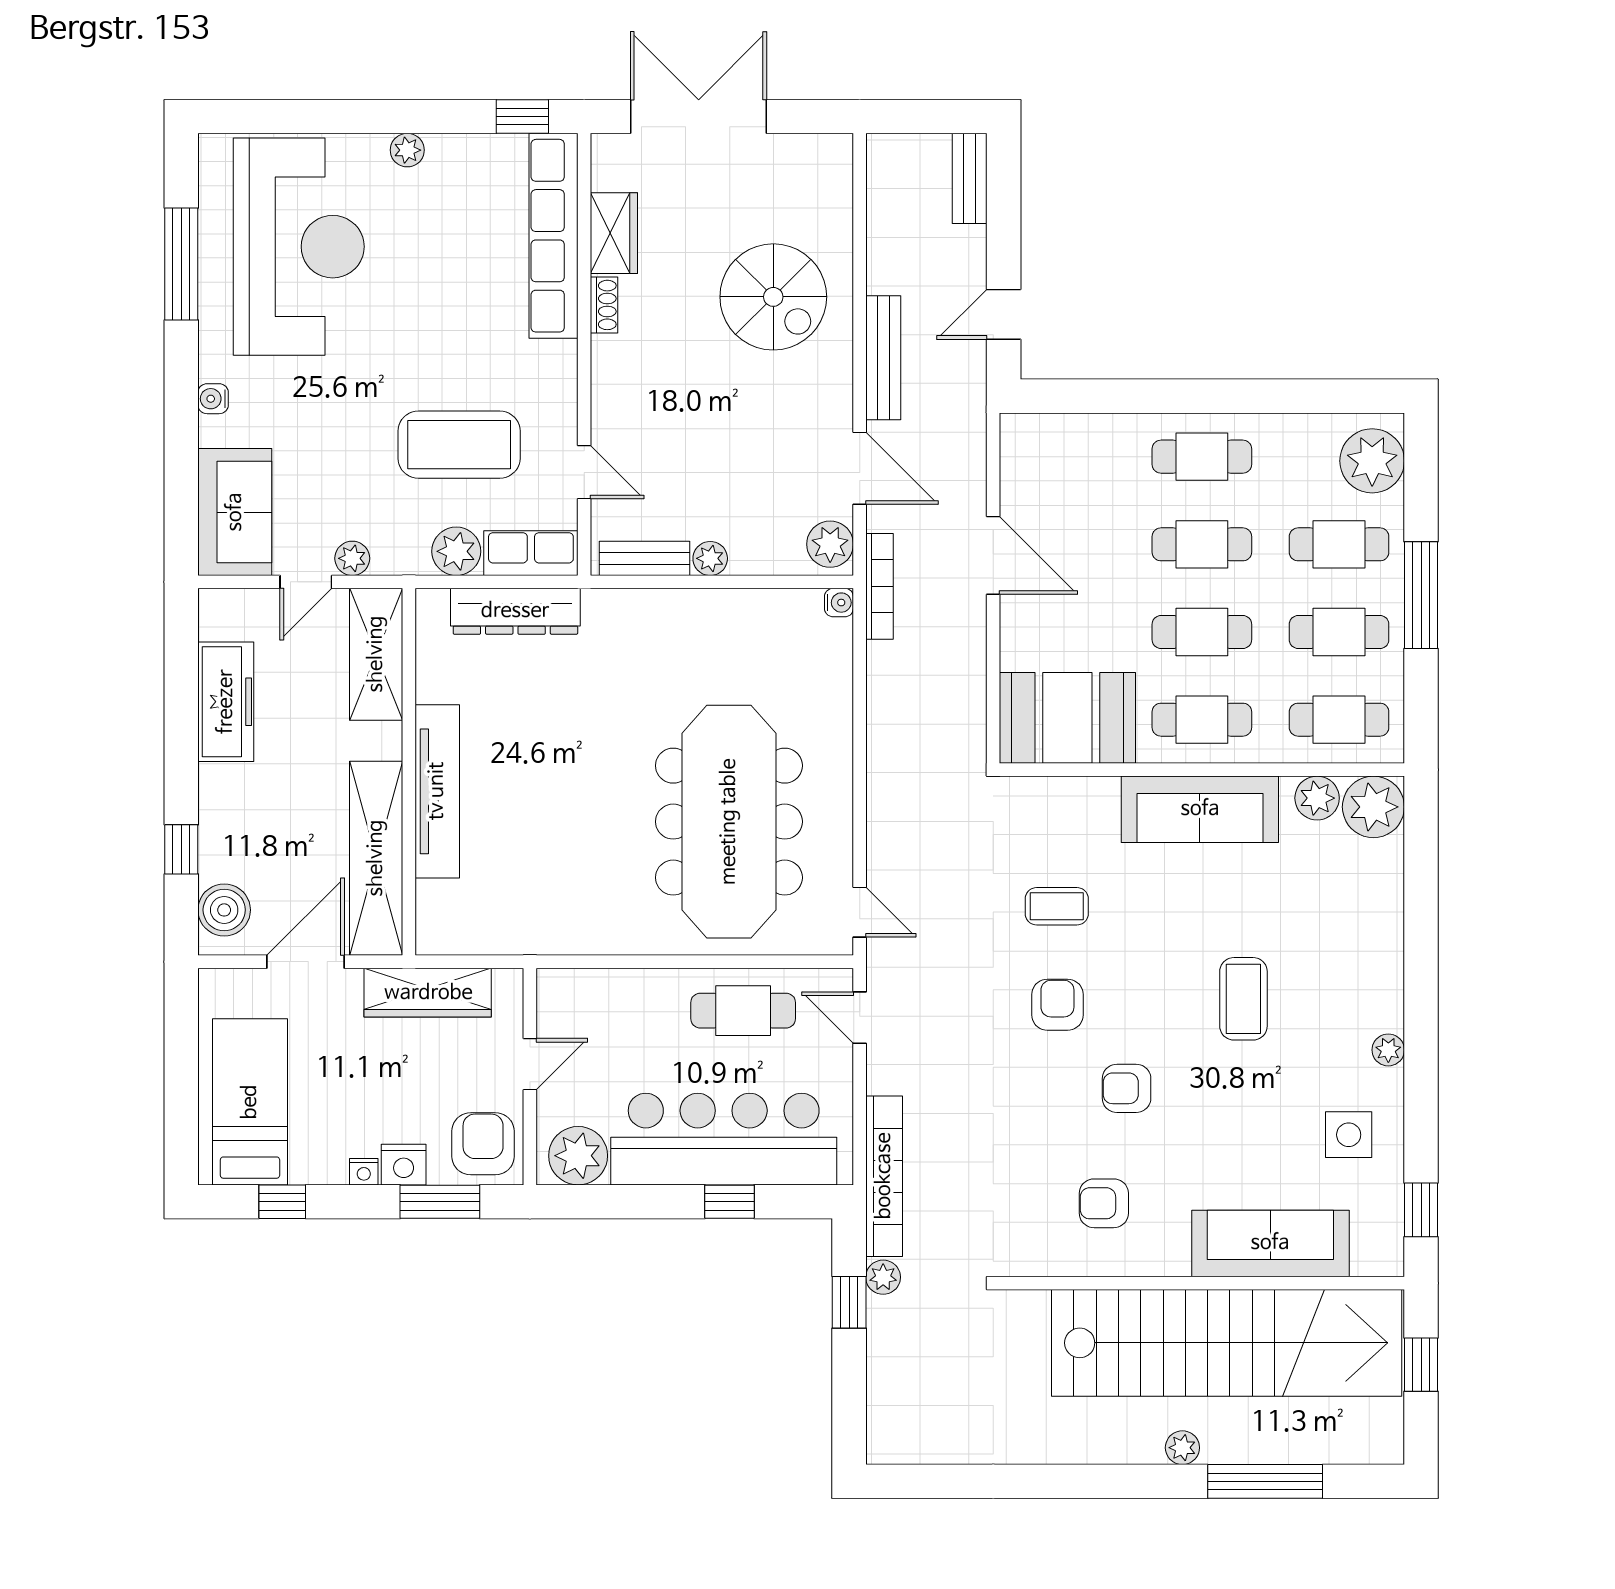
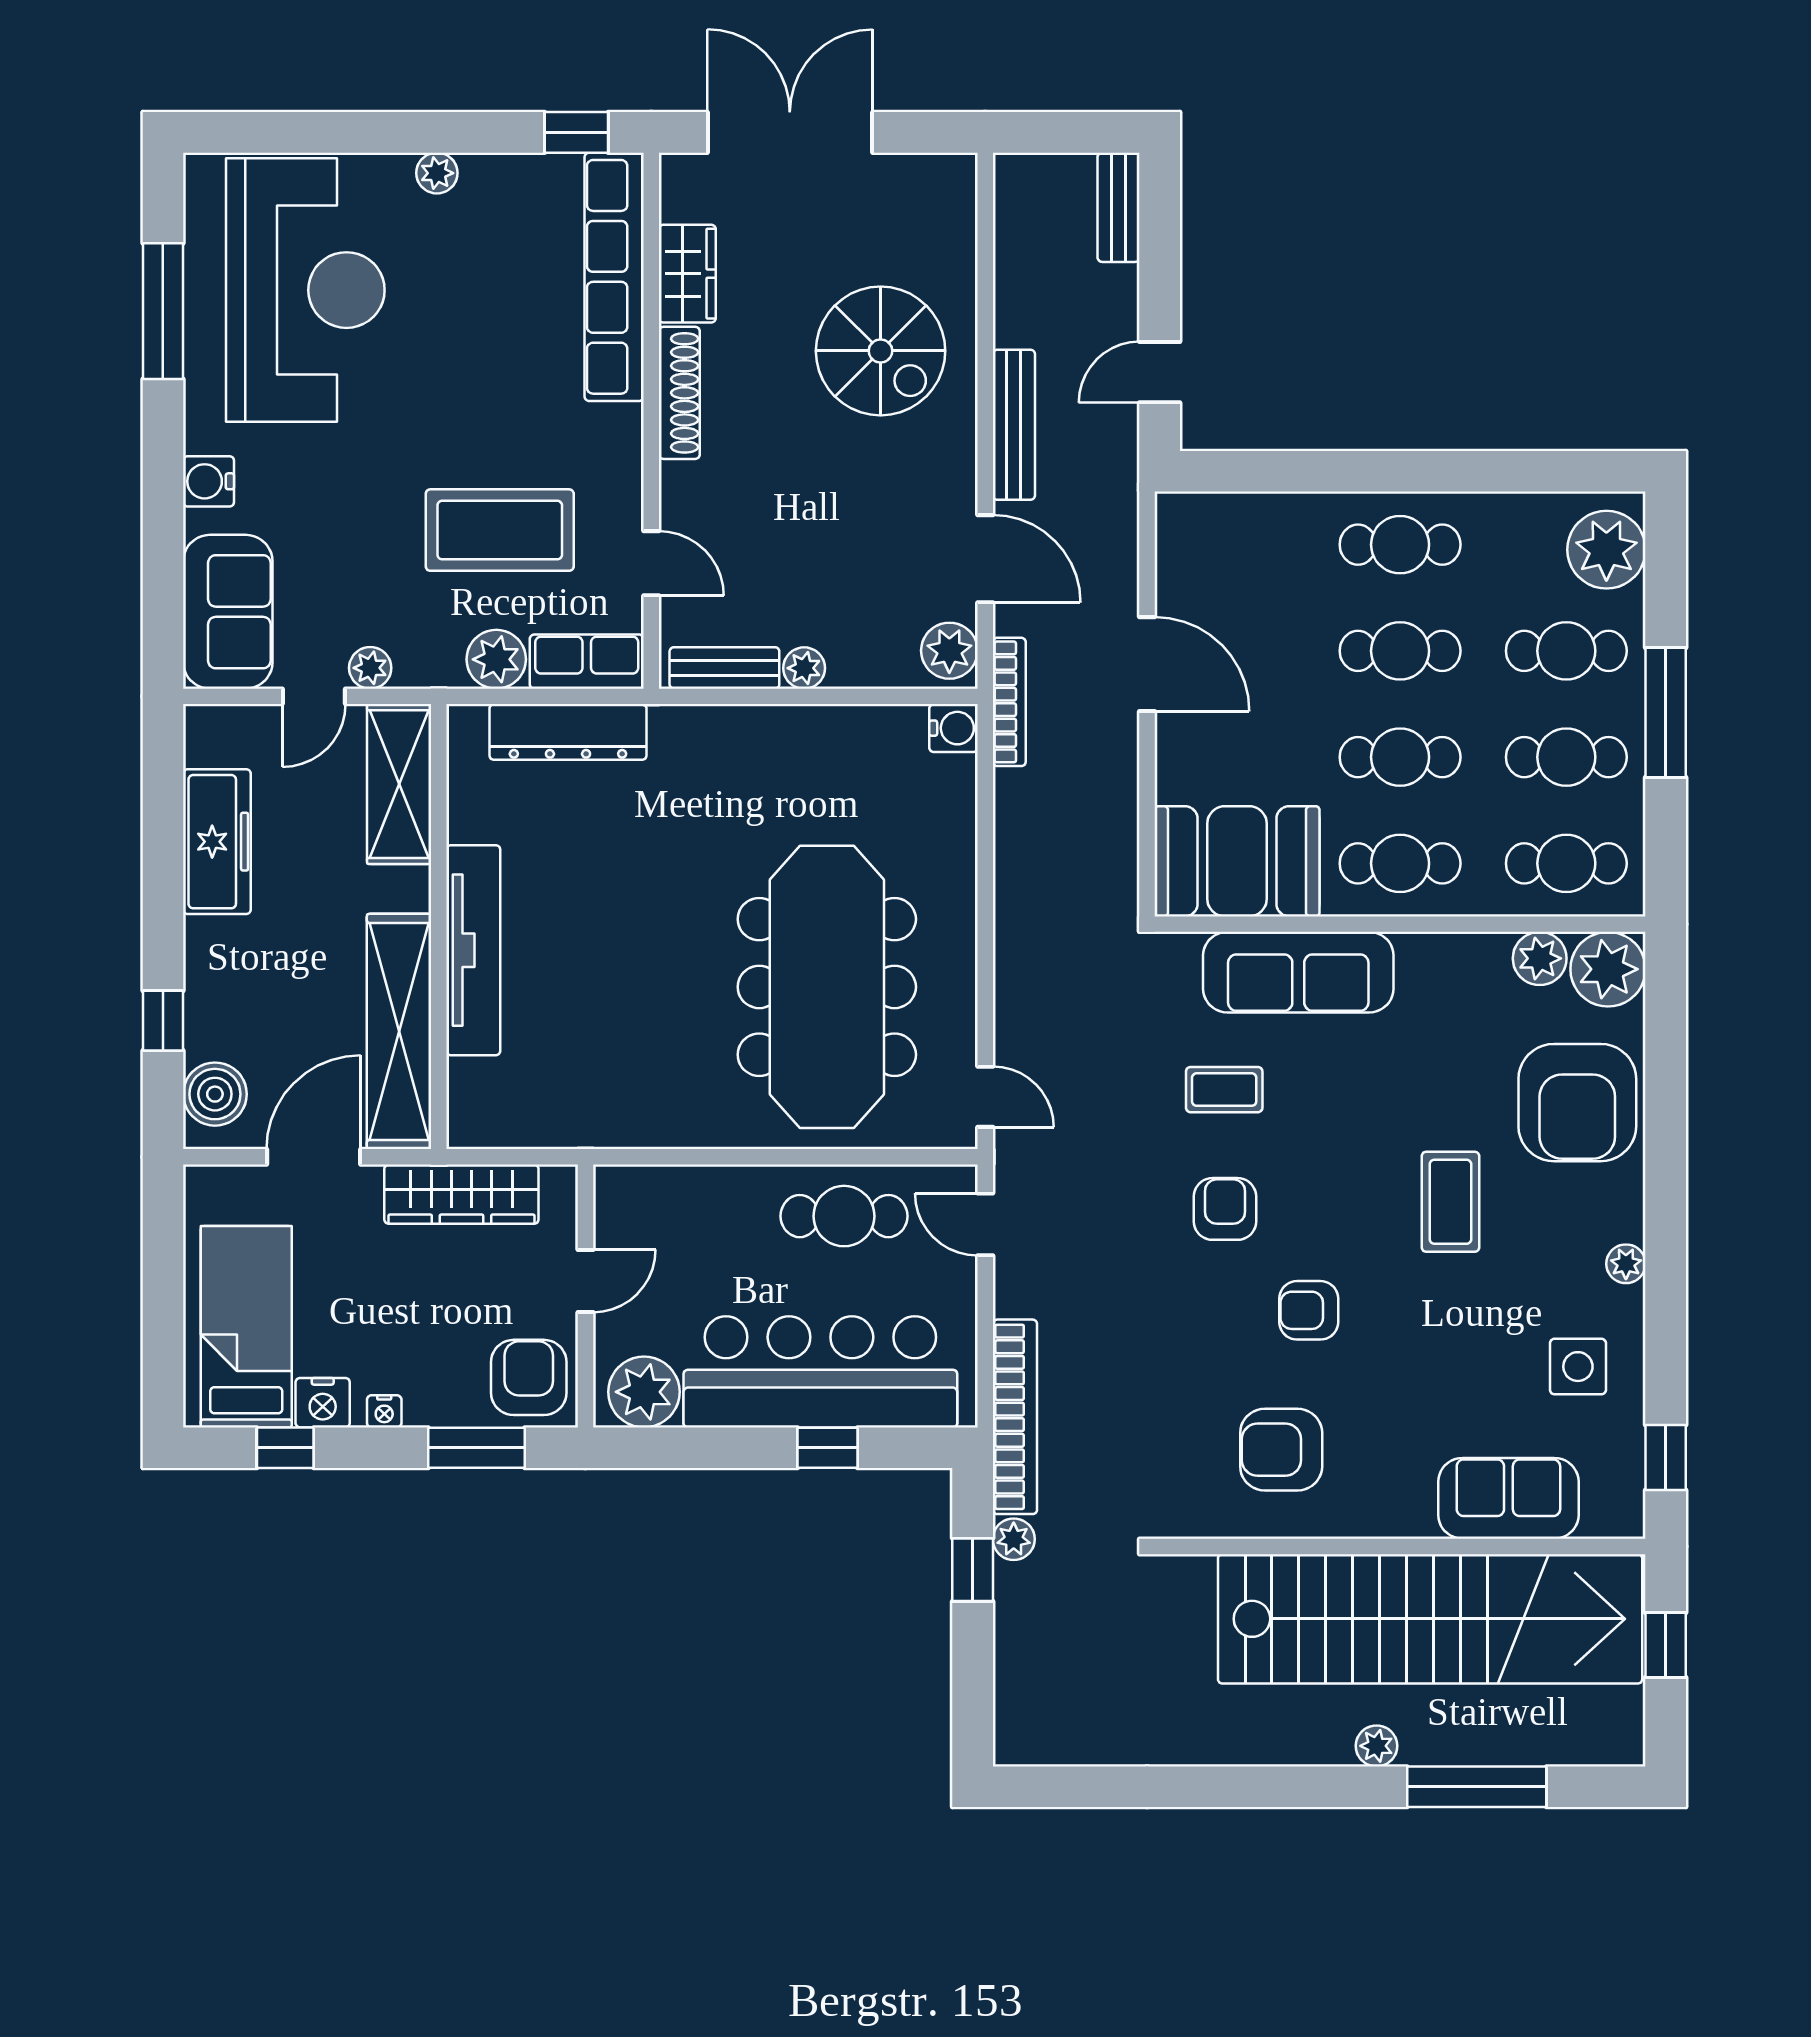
shoe rack: (604, 305) -> (679, 393), width x1.94, depth x1.24
water cooler: (213, 399) -> (209, 481), width x1.38, depth x1.38
water cooler: (839, 603) -> (953, 728), width x1.38, depth x1.38
sofa: (1200, 809) -> (1298, 972), moved
armchair: (1348, 917) -> (1577, 1103), added
nightstand: (404, 1165) -> (323, 1403), moved
armchair: (1104, 1203) -> (1281, 1450), width x1.38, depth x1.38
sofa: (1270, 1243) -> (1508, 1498), width x0.73

